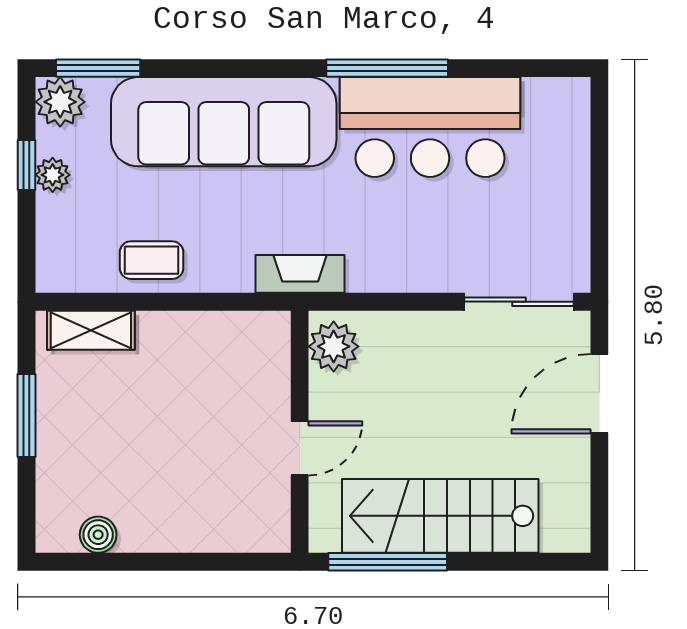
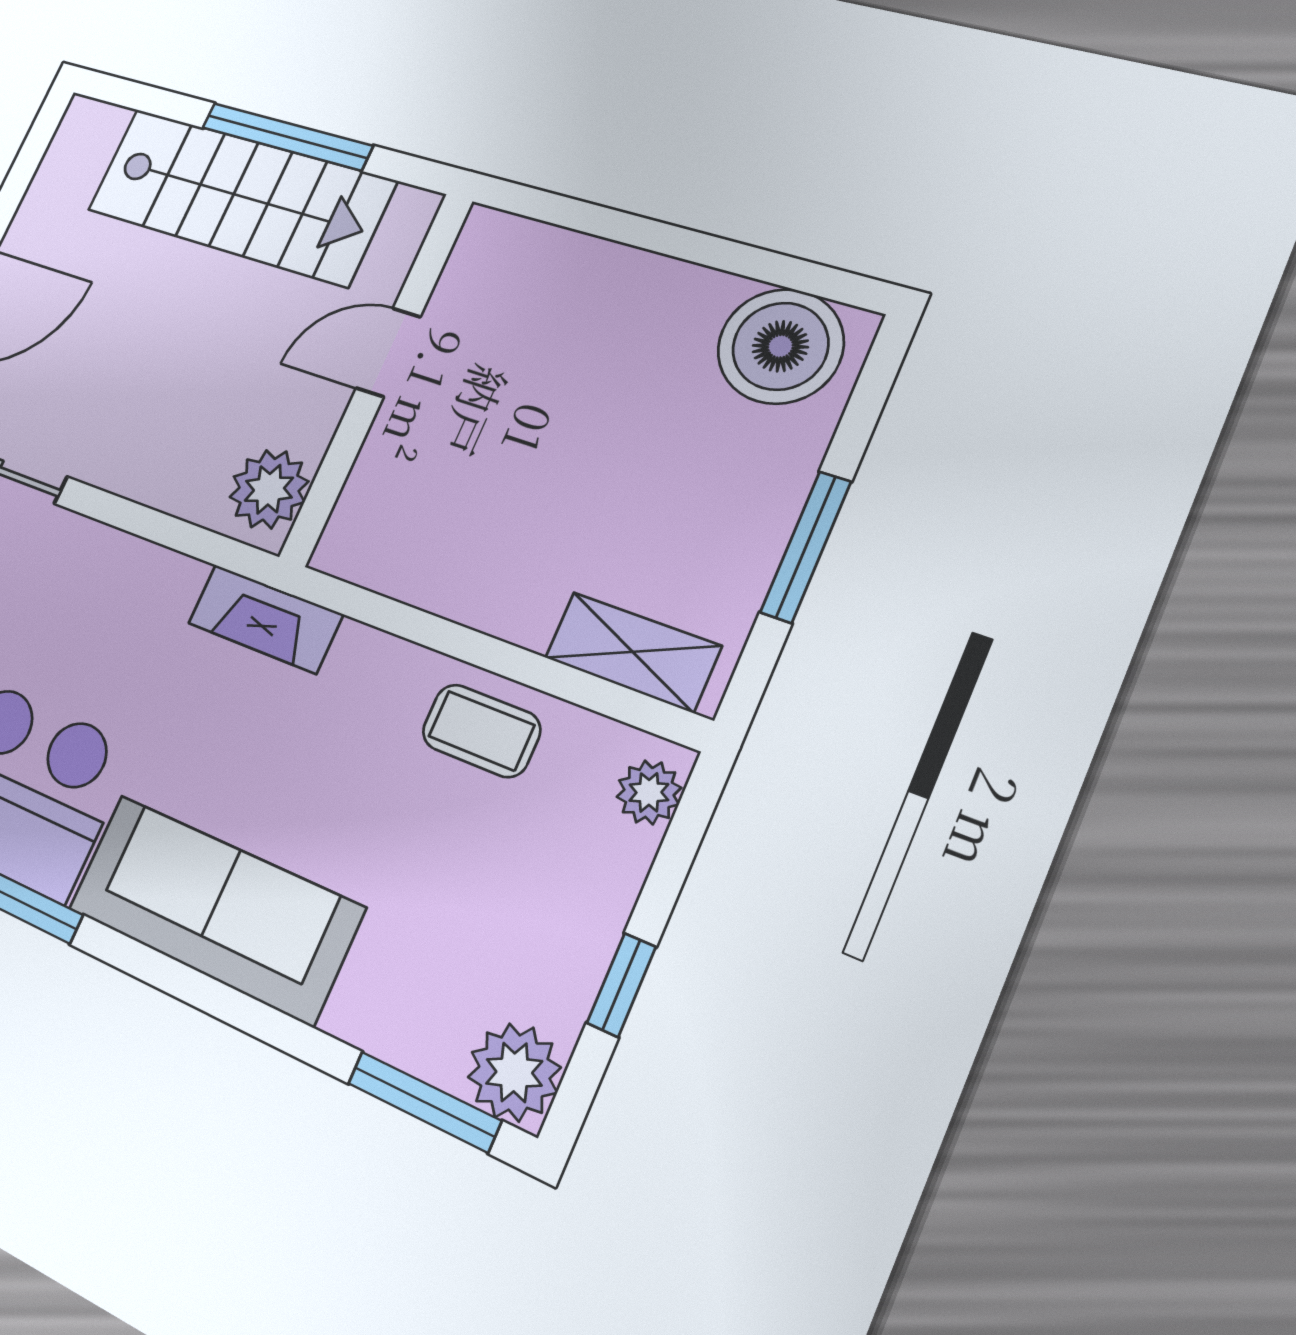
sofa: (224, 122) -> (214, 908), width x0.74, depth x0.79
plant: (53, 175) -> (649, 792), moved
boiler: (98, 535) -> (780, 346), width x1.86, depth x1.86
window: (388, 562) -> (287, 137), moved

